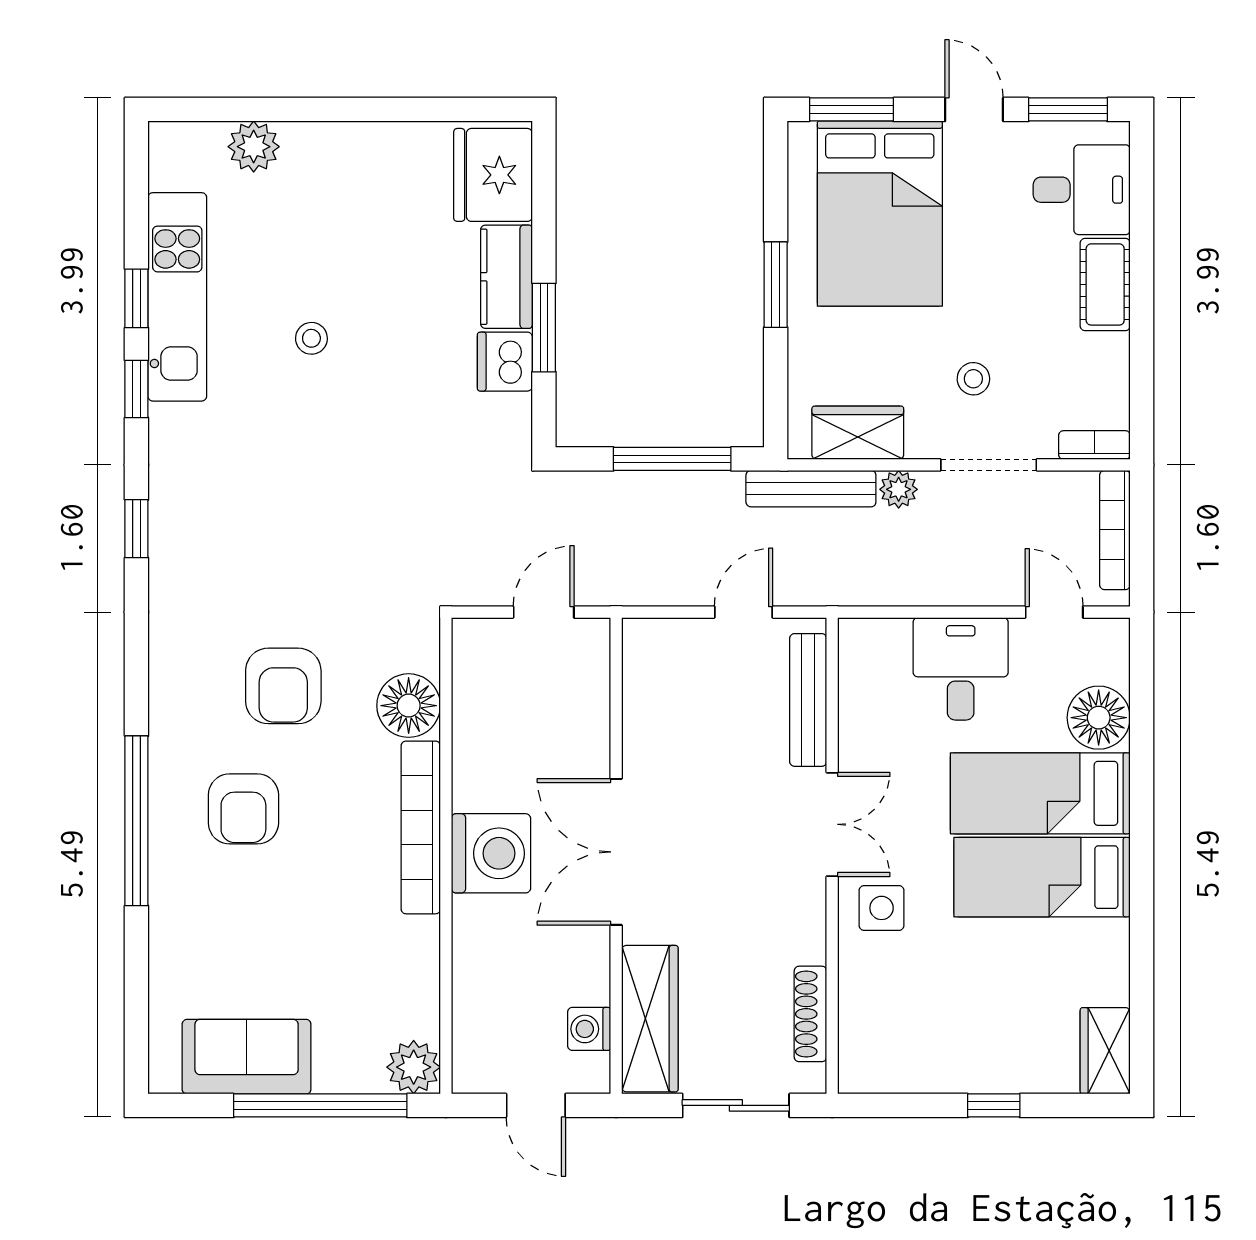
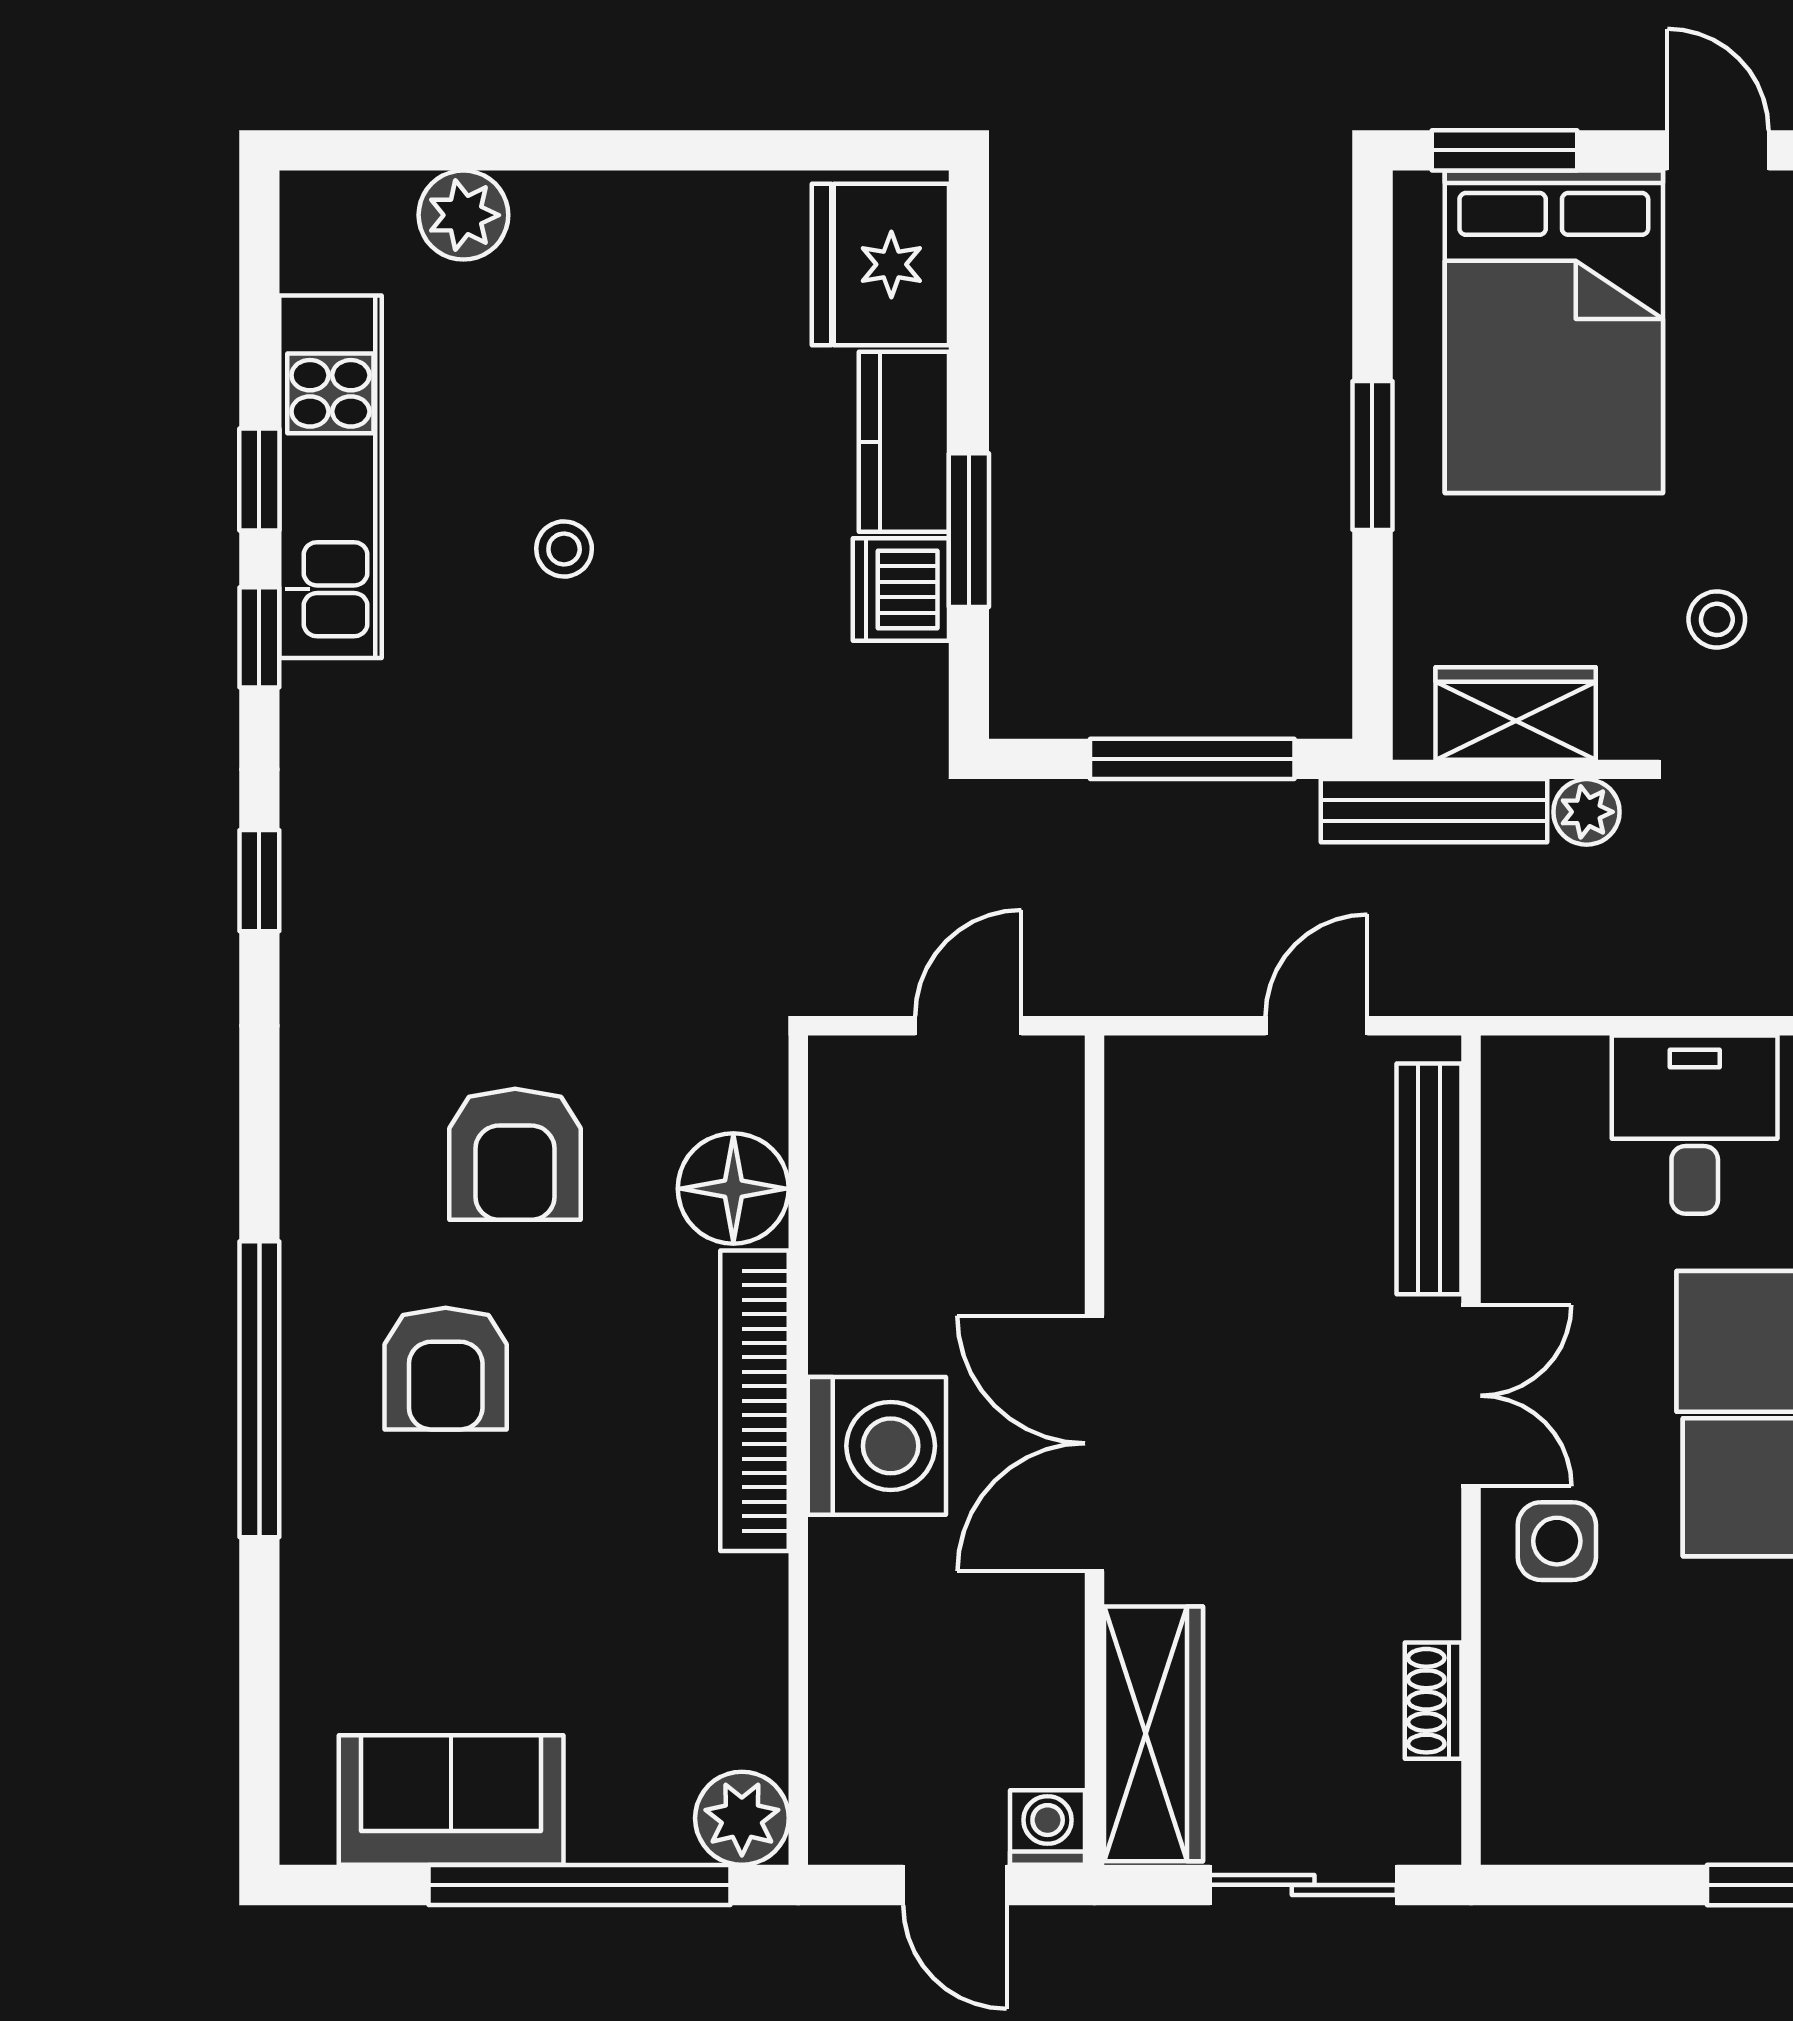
shoe rack: (810, 1014) -> (1433, 1701), width x0.70
washing machine: (589, 1029) -> (1048, 1828), moved, turned 90

